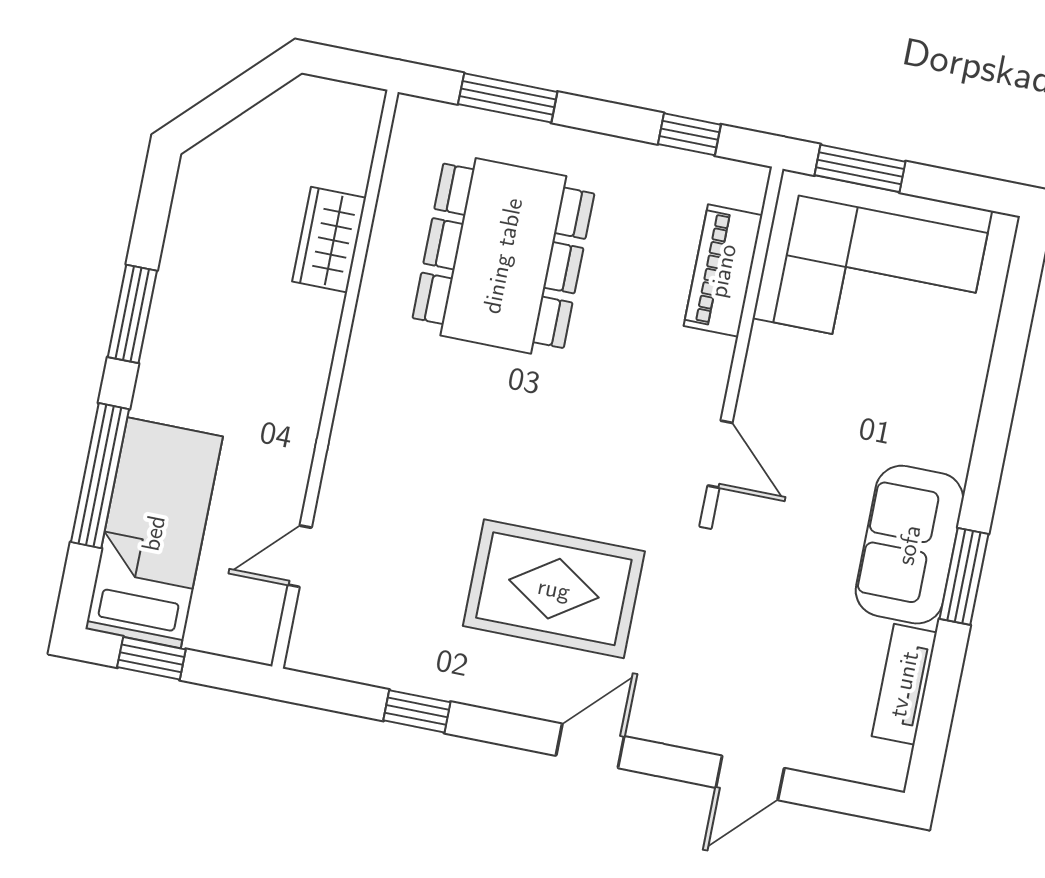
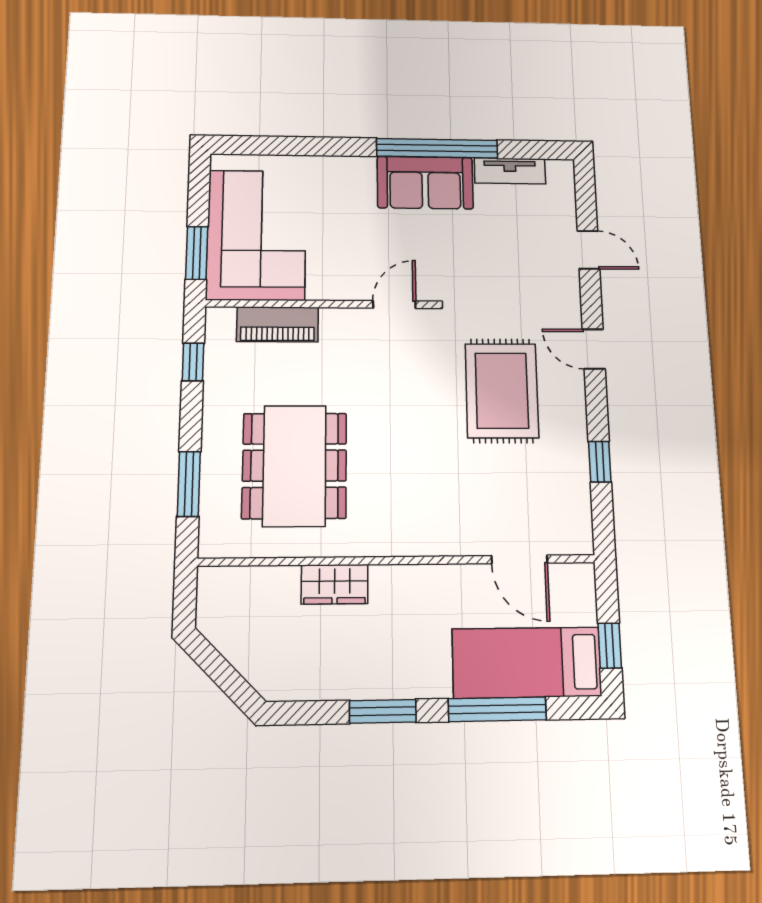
wardrobe: (329, 240) -> (335, 584), moved
dining table: (503, 256) -> (294, 466), turned 90
door: (300, 556) -> (519, 559), width x1.38
window: (964, 576) -> (437, 148), width x2.11

